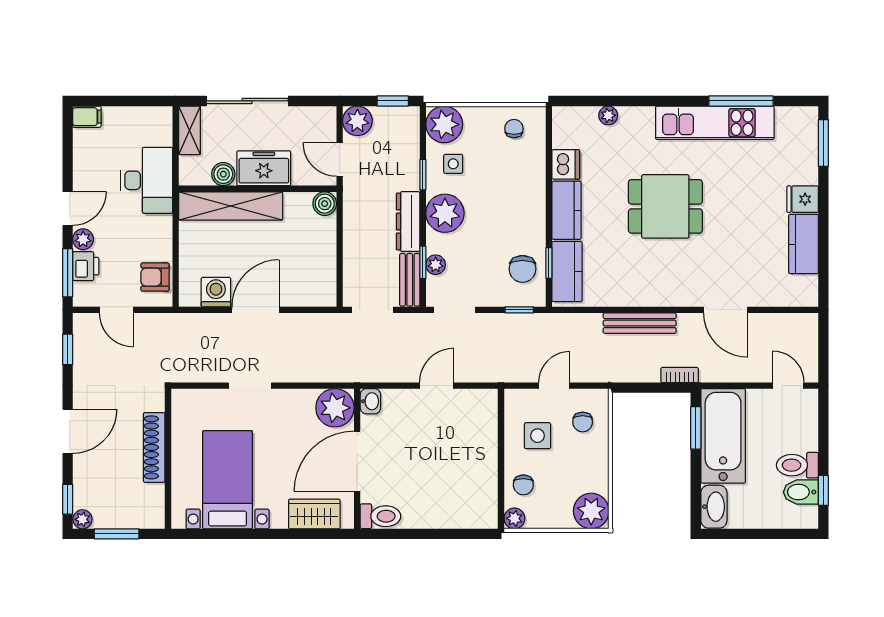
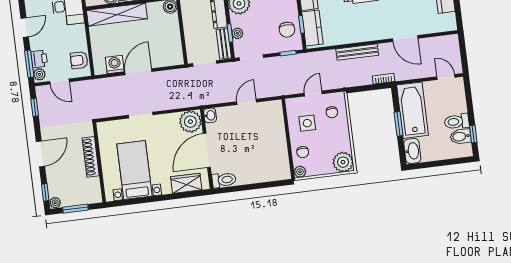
plant: (83, 239) -> (39, 74), moved
window: (696, 428) -> (398, 124), moved

